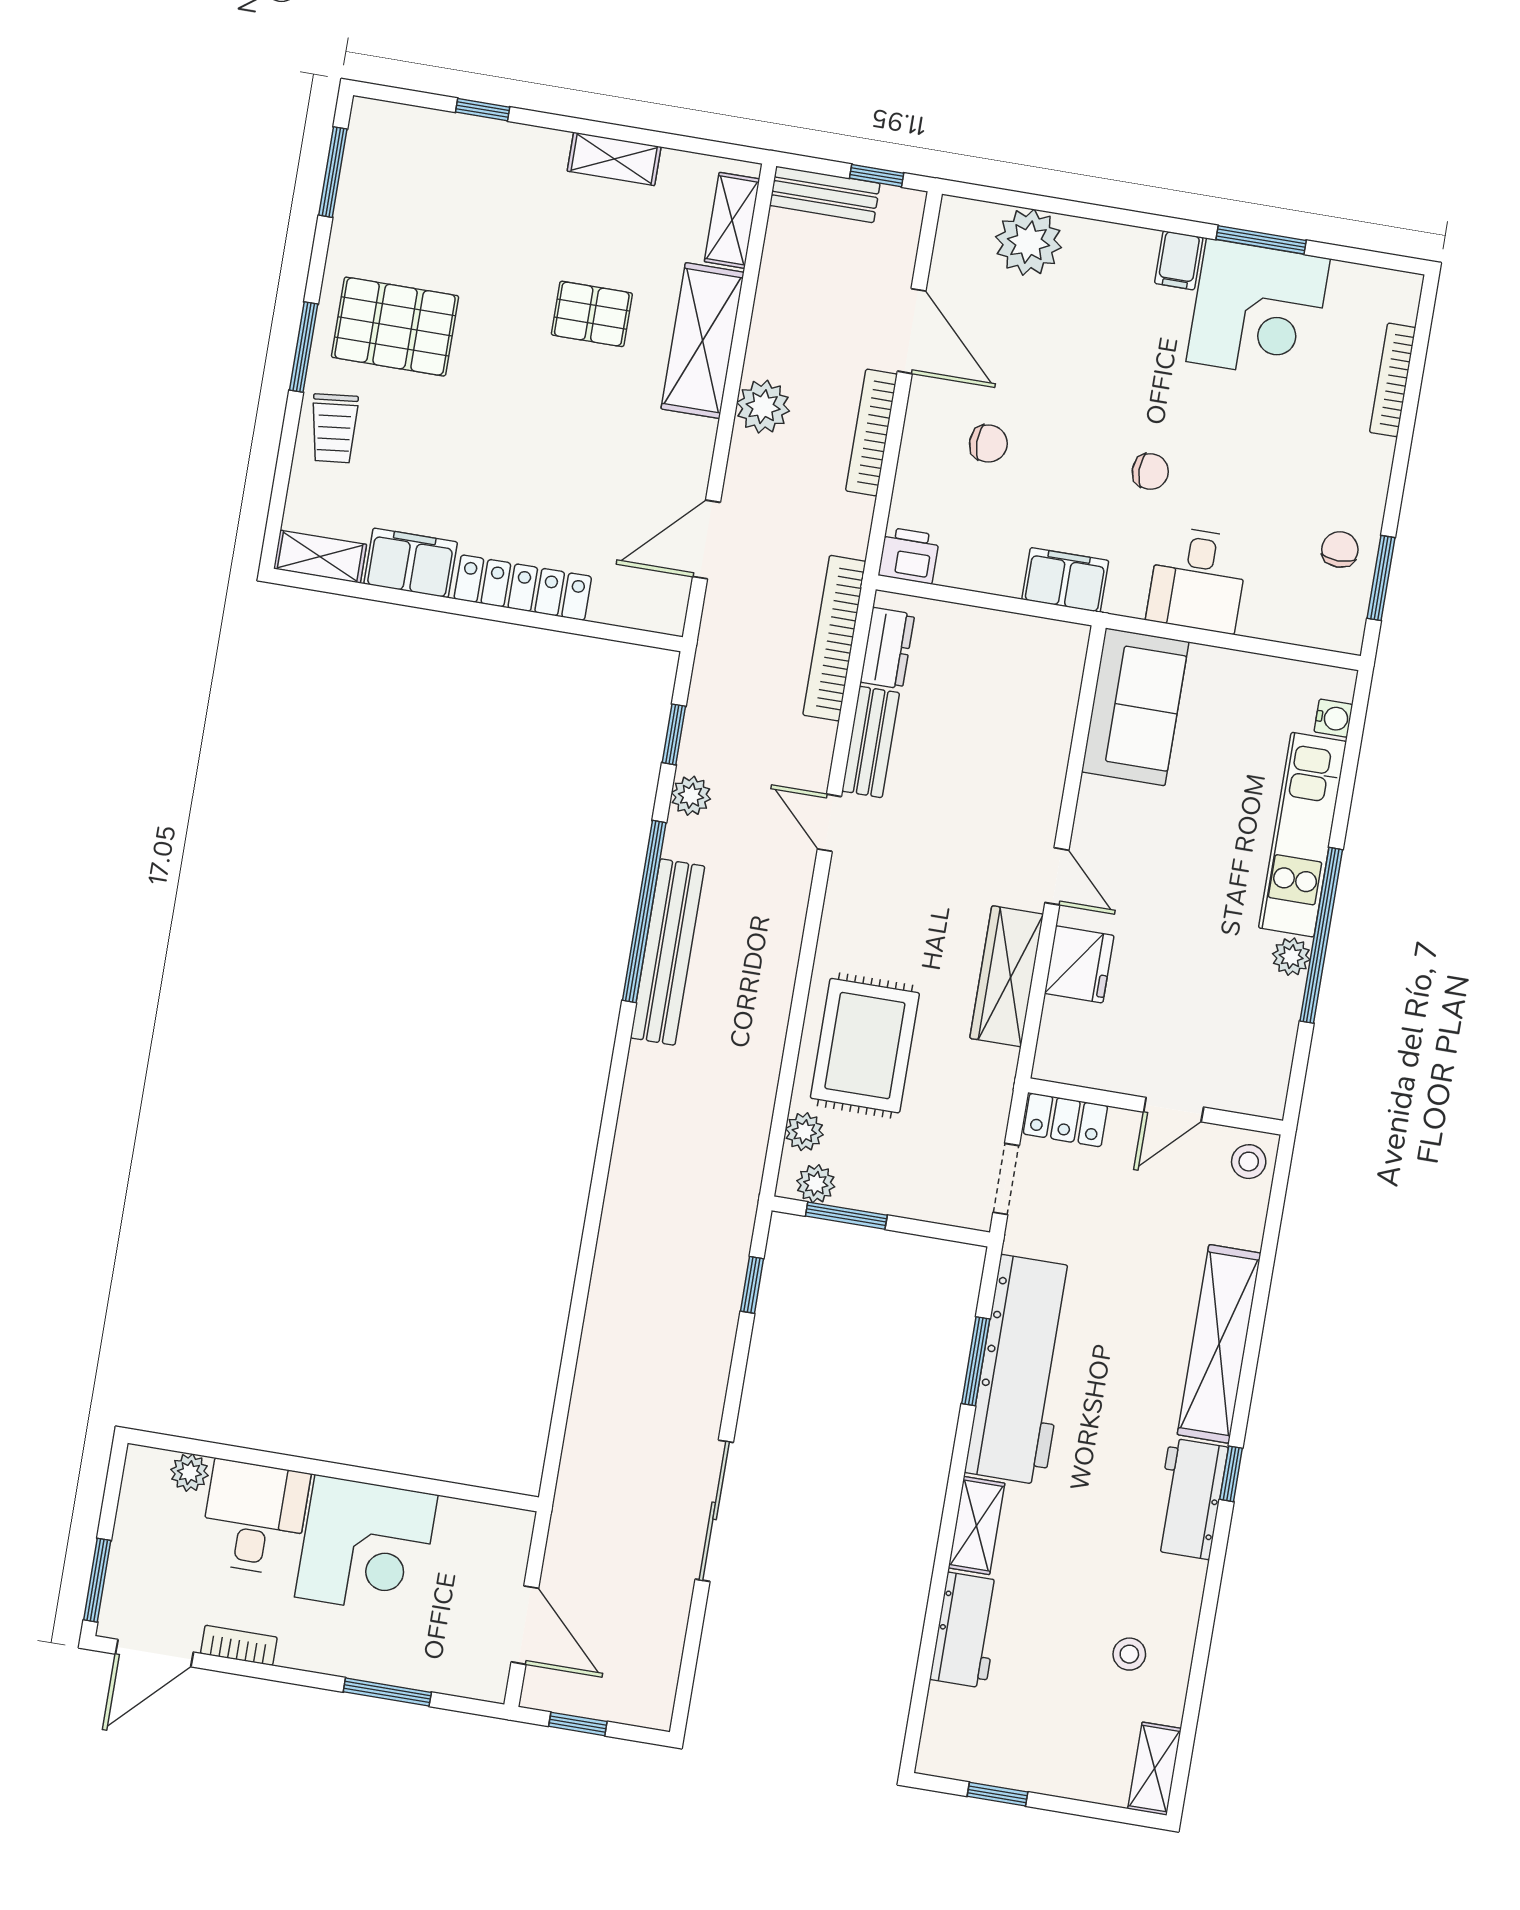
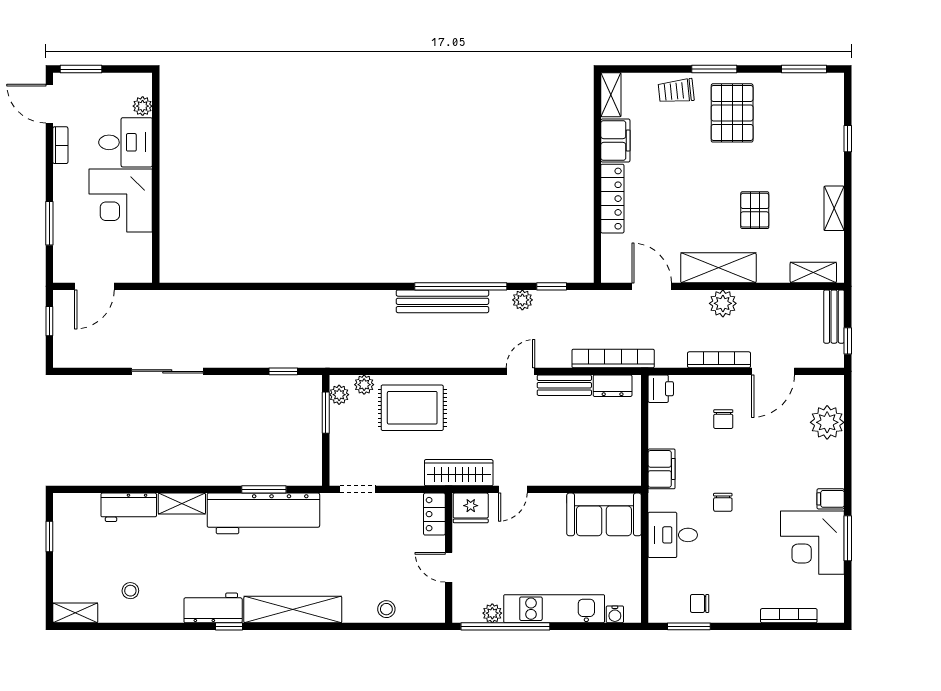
shelving: (703, 341) -> (718, 268), moved
chair: (1340, 550) -> (700, 603), turned 180
wall: (1155, 1107) -> (449, 558), moved
door: (1174, 1110) -> (449, 567), moved
locker: (1065, 1120) -> (434, 514), moved

